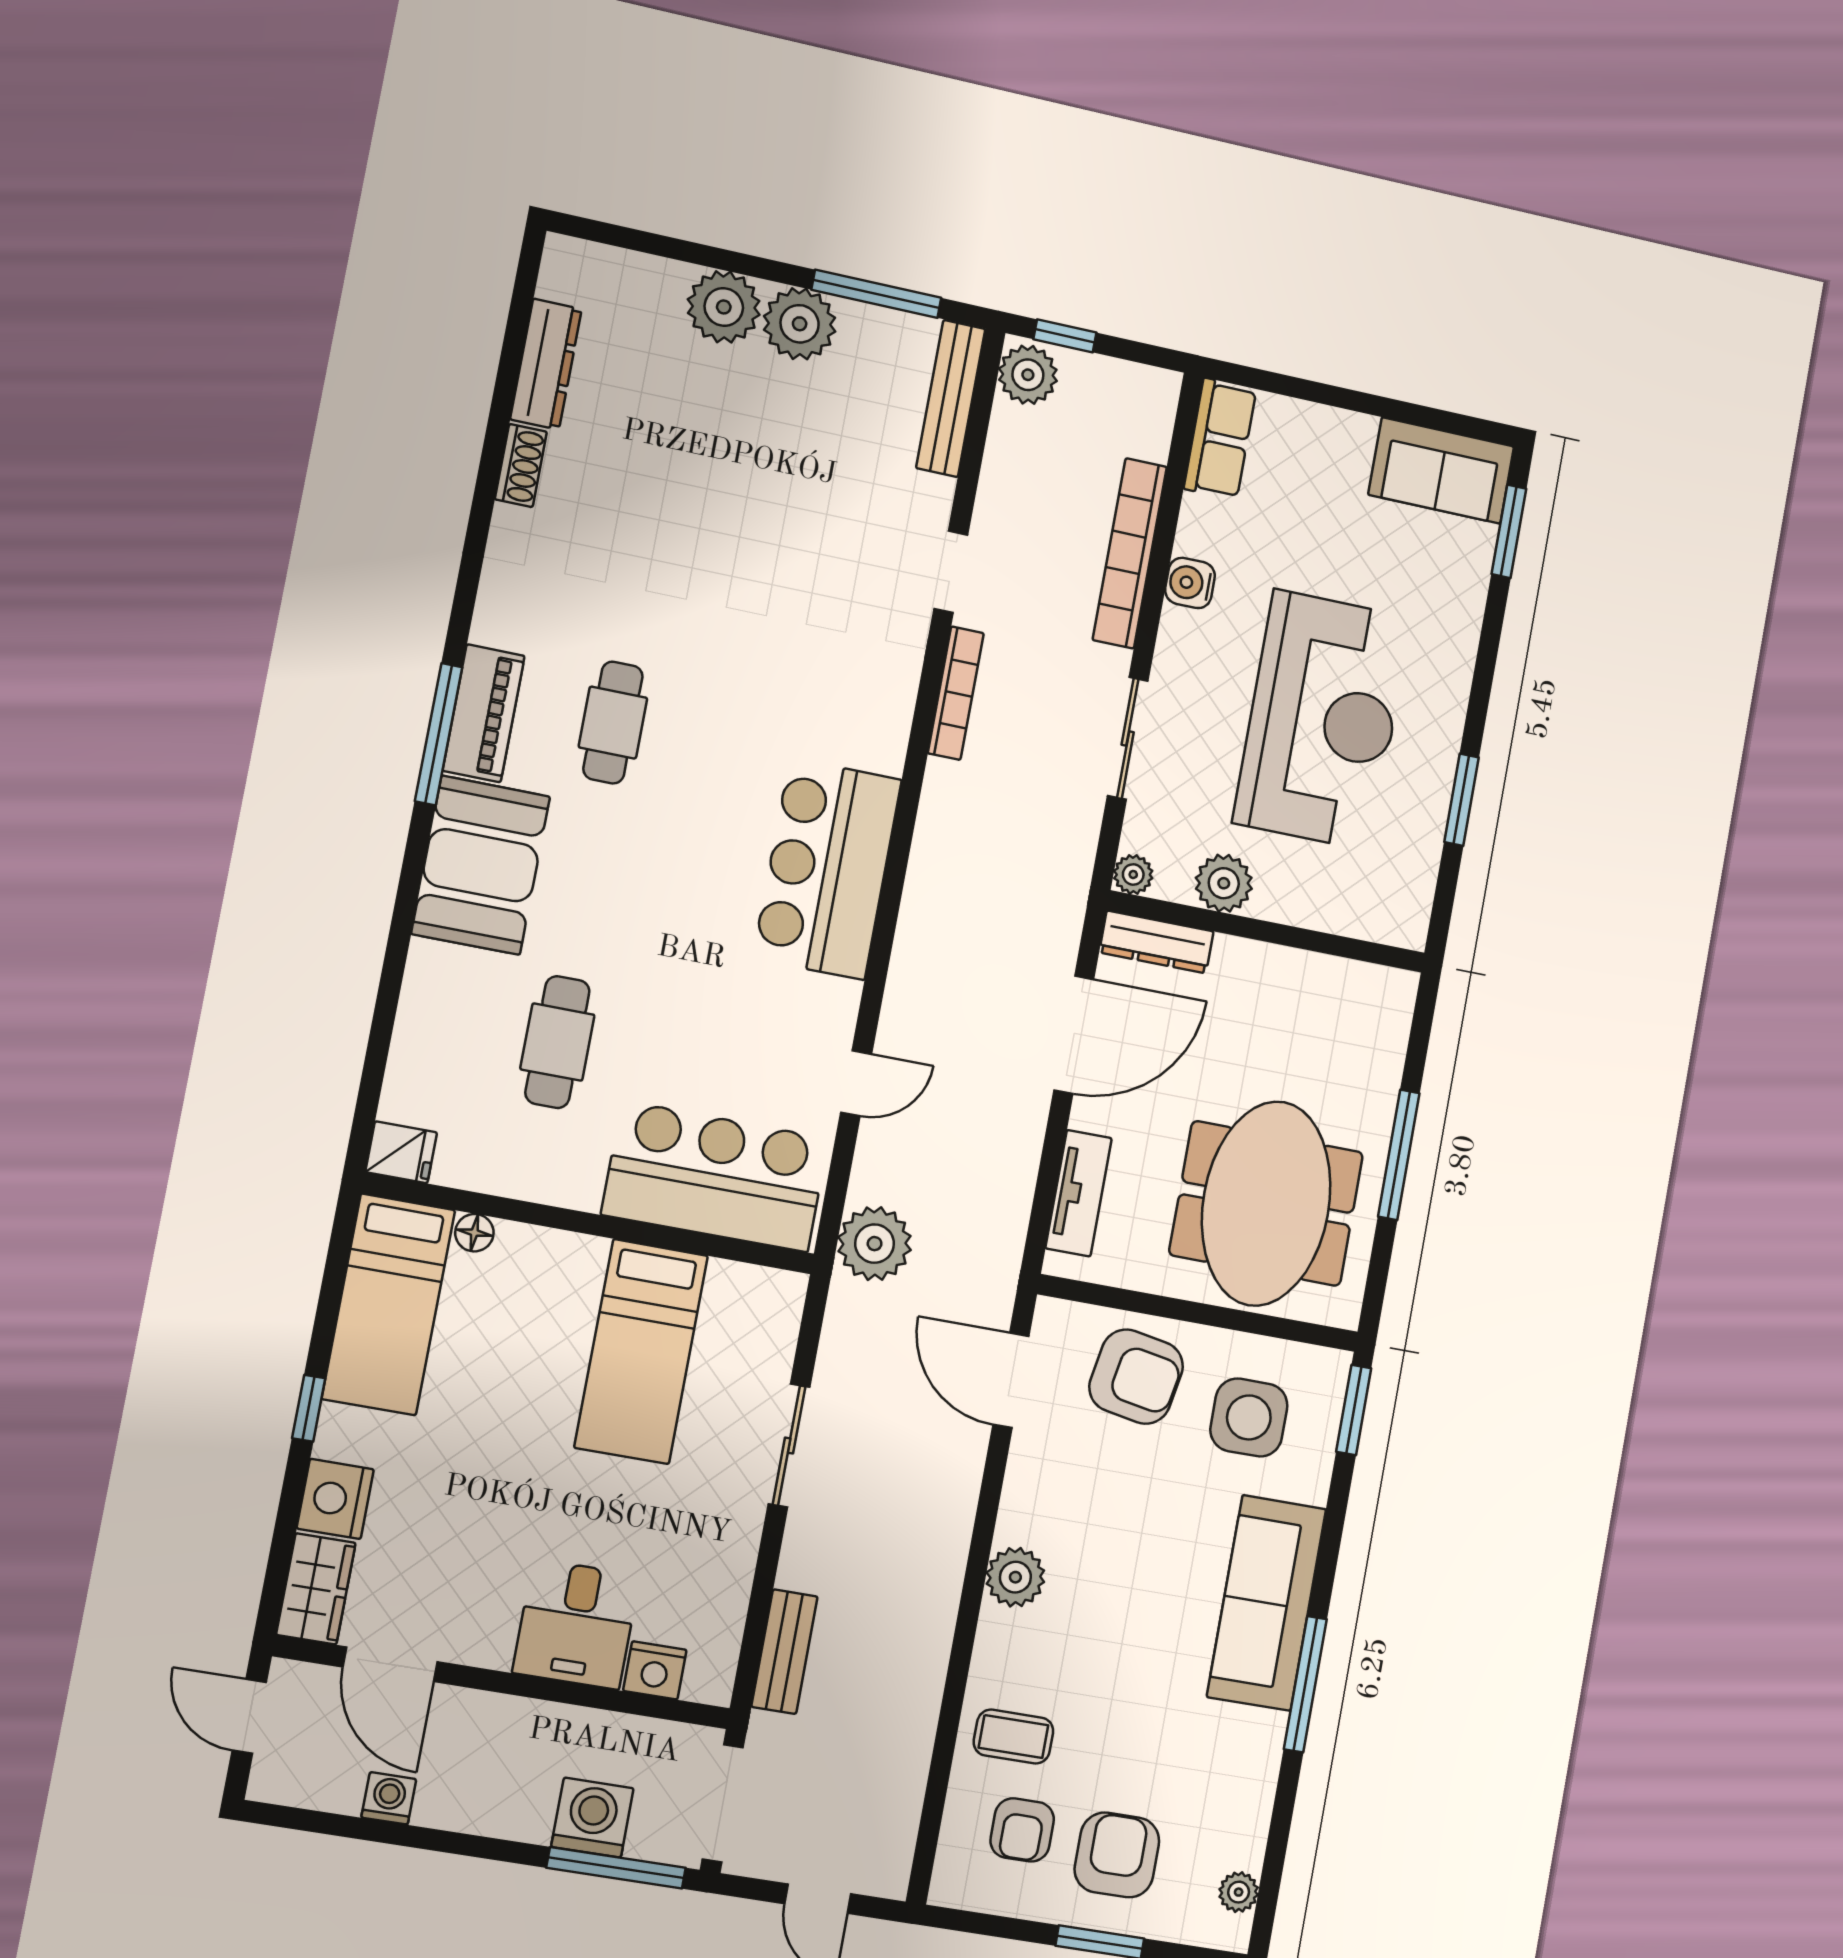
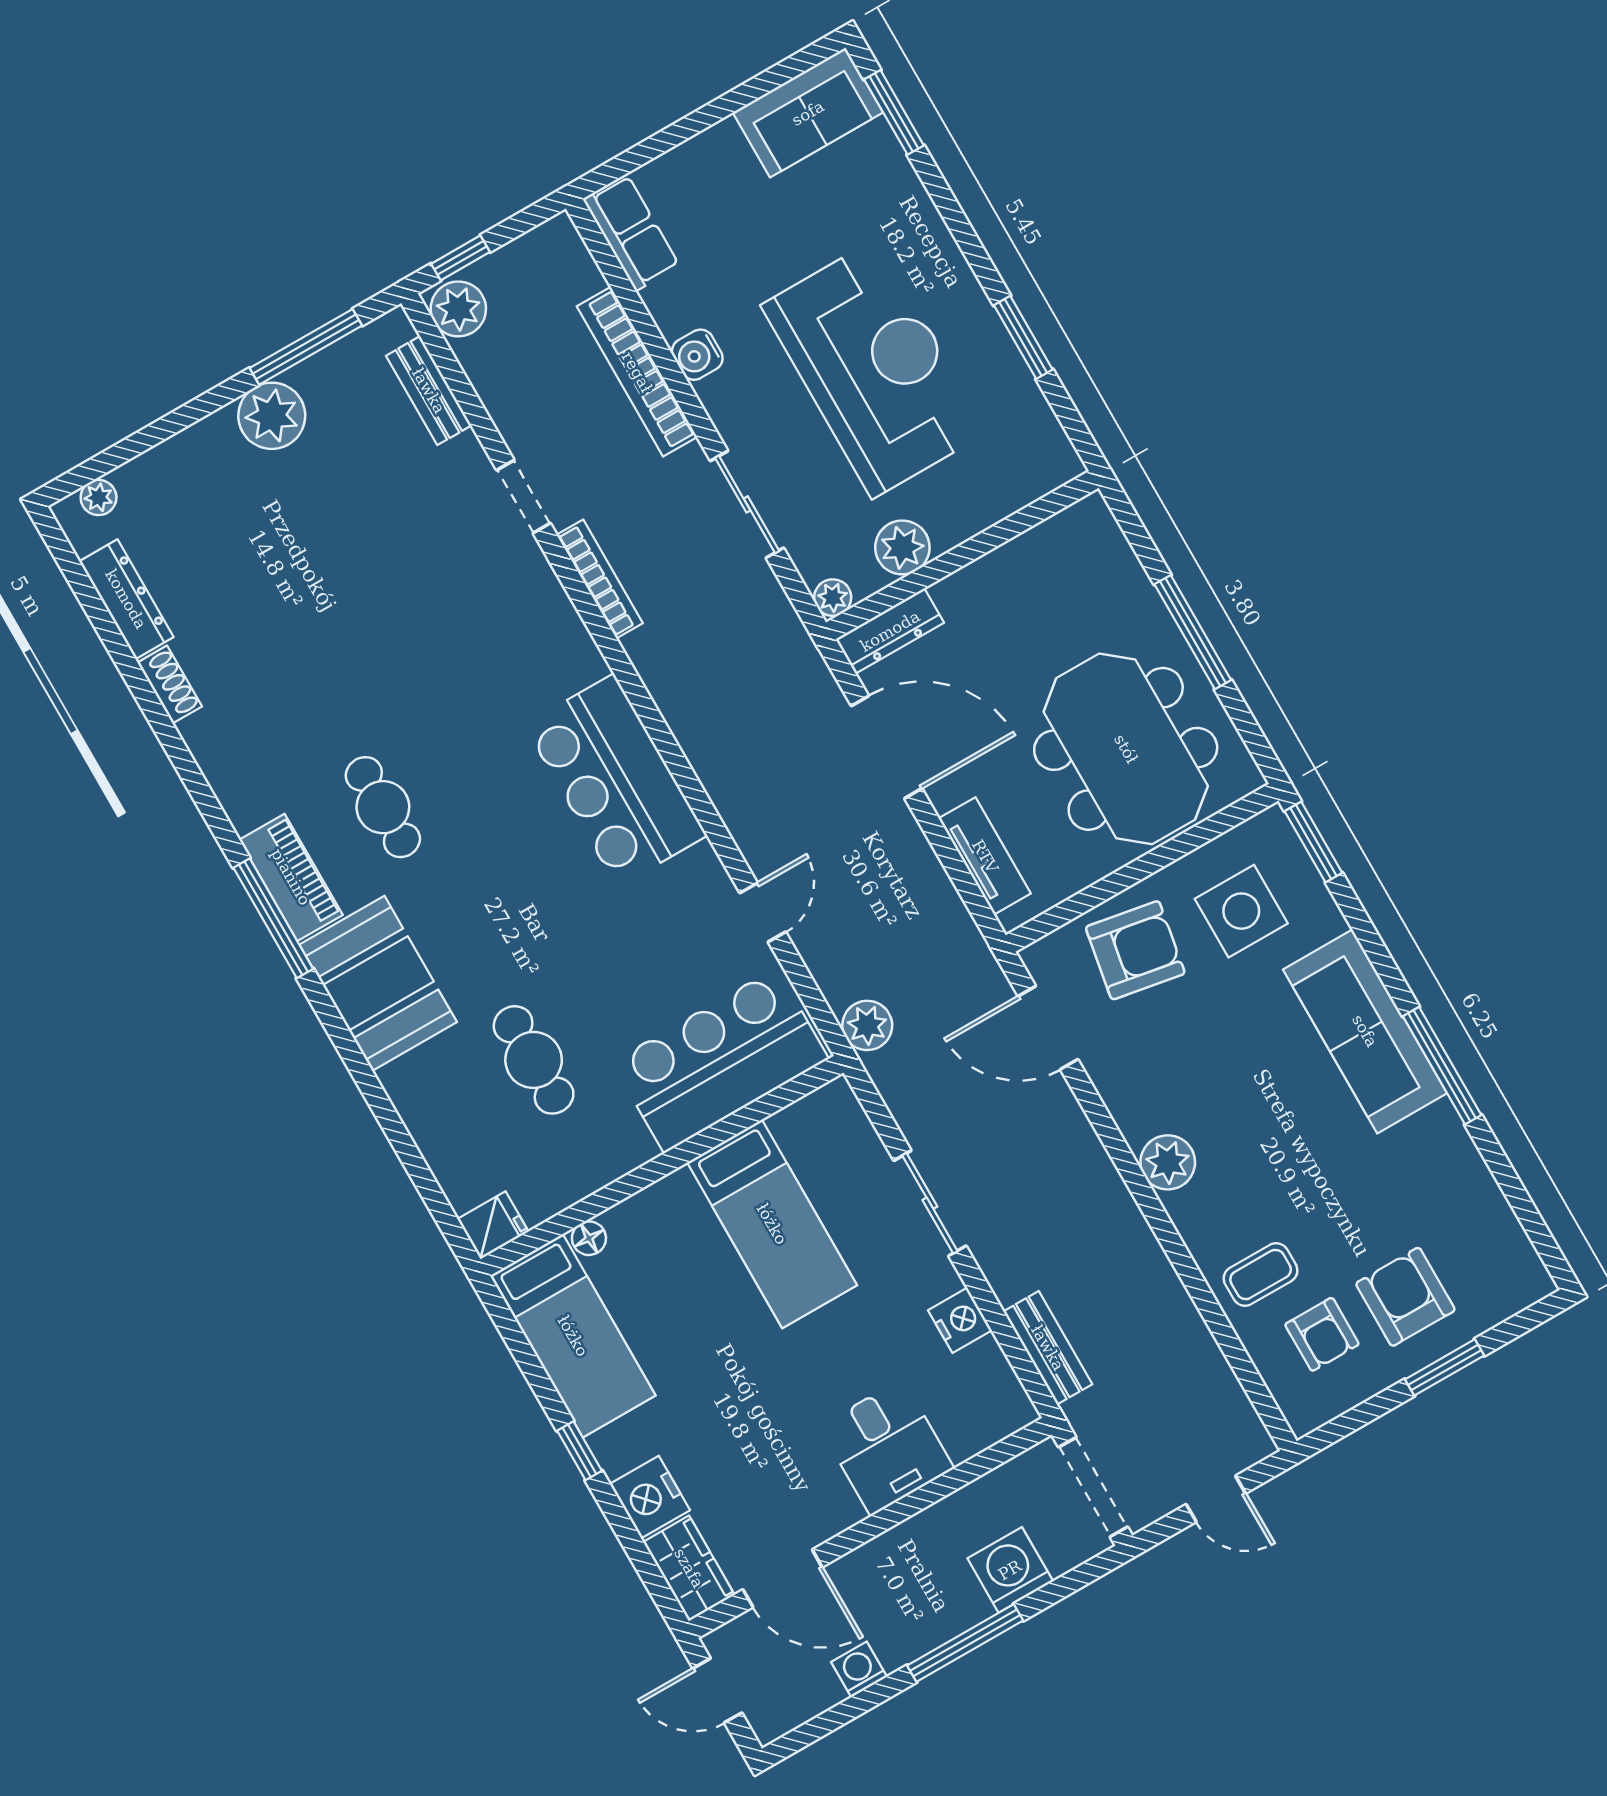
plant: (724, 307) -> (99, 497), moved, width x0.53, depth x0.53
bench: (951, 398) -> (429, 391), width x0.73
door: (1074, 1035) -> (887, 747), hinge flipped
plant: (875, 1244) -> (867, 1025), width x0.73, depth x0.73
nightstand: (655, 1670) -> (960, 1320), moved, turned -90
window: (616, 1868) -> (965, 1643), moved
plant: (1239, 1892) -> (1517, 1252), removed

